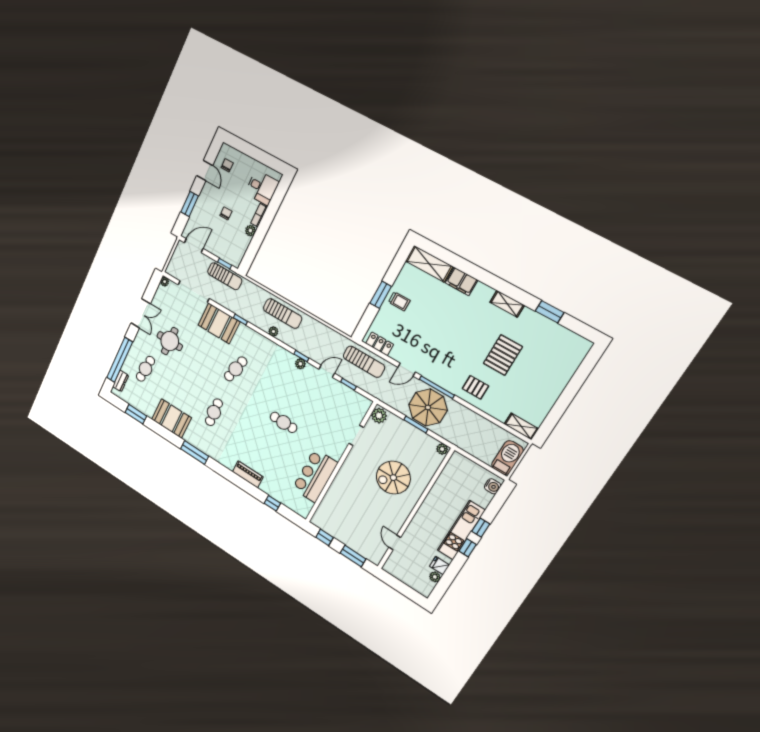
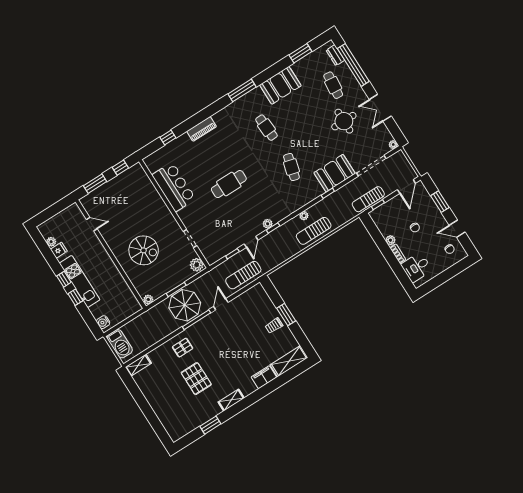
locker: (380, 344) -> (250, 294), removed
cafe table: (284, 422) -> (229, 184), width x1.37, depth x1.35
spiral stairs: (393, 478) -> (144, 250), turned 90

